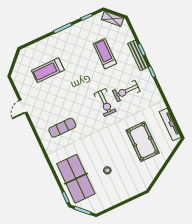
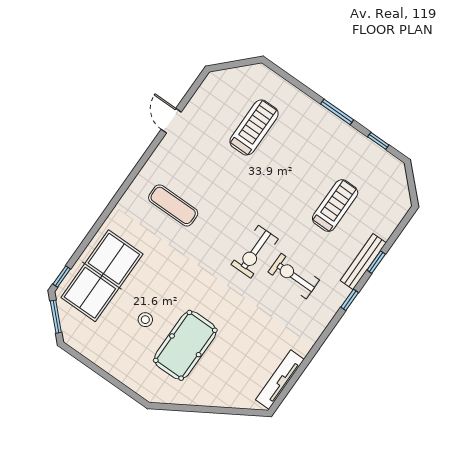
shelving: (113, 19) -> (400, 185), removed
treadmill: (48, 70) -> (254, 127), turned 90
door: (23, 106) -> (171, 121), hinge flipped
pool table: (143, 142) -> (185, 345), moved

